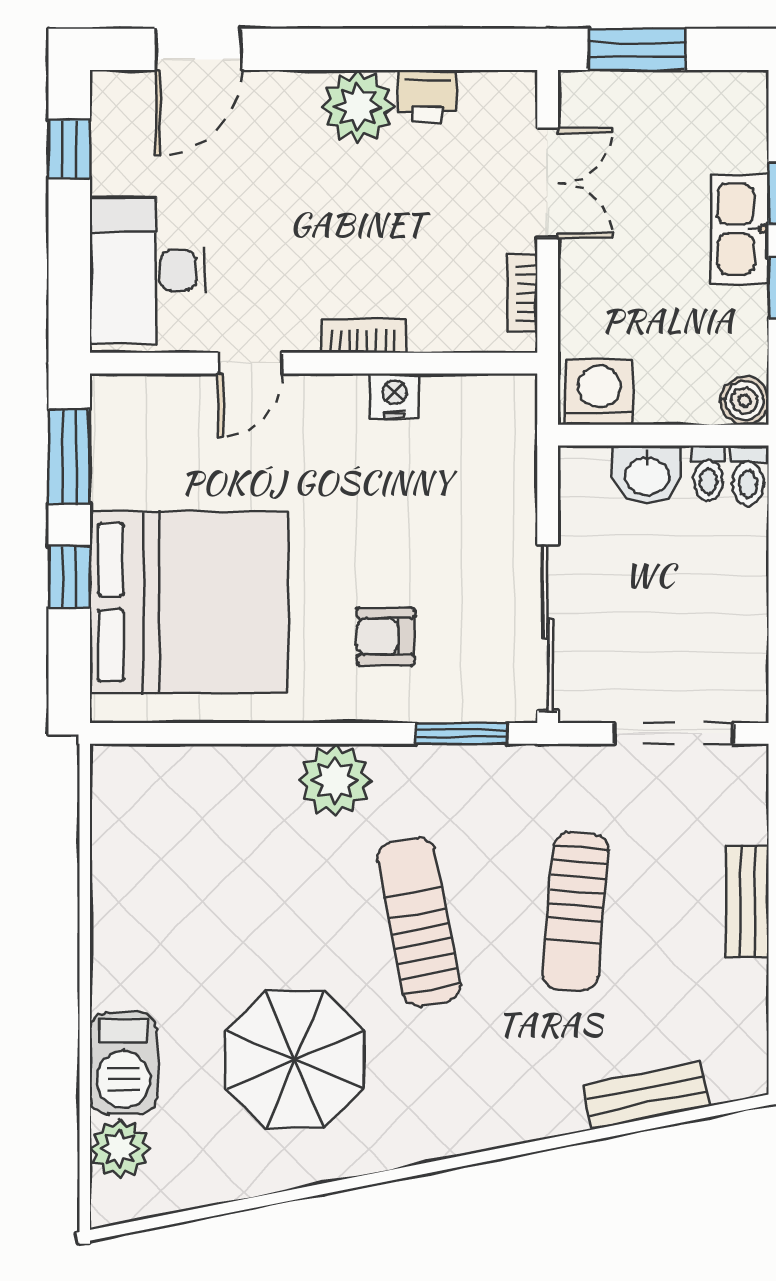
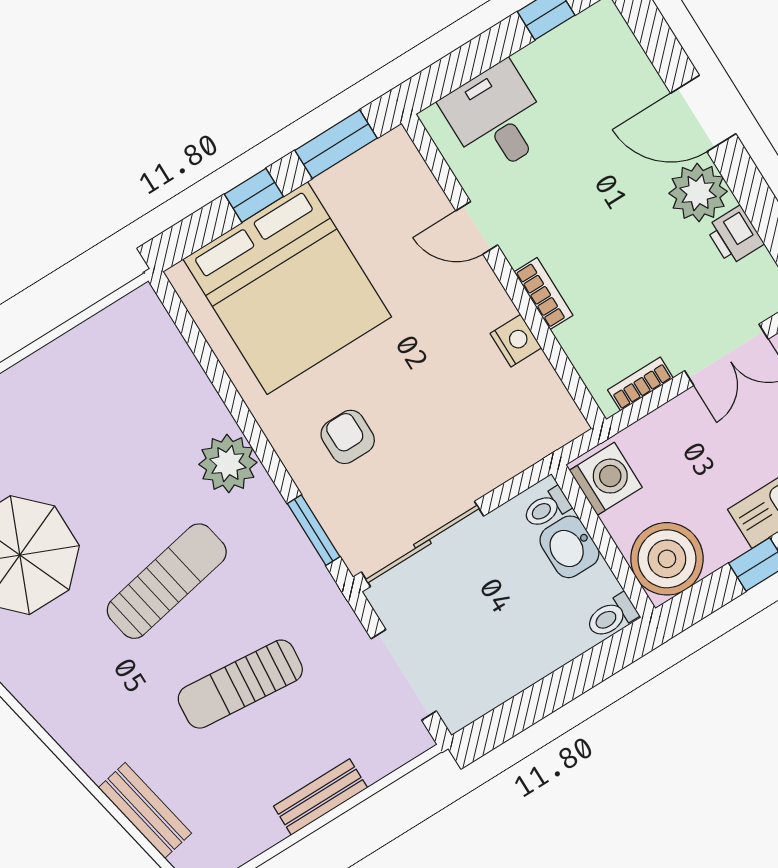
door: (198, 49) -> (703, 114), moved
desk: (147, 270) -> (496, 118), width x0.73
boiler: (745, 401) -> (667, 559), width x1.86, depth x1.86
toilet: (708, 473) -> (547, 508), moved

